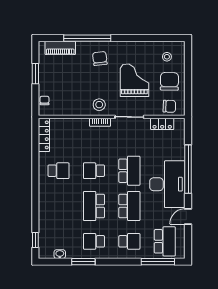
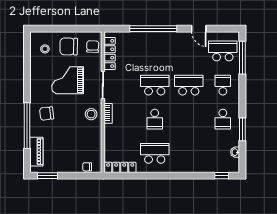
window: (35, 74) -> (47, 176), moved
locker: (162, 124) -> (110, 53), width x1.53
school desk: (59, 171) -> (155, 153), width x1.85
desk: (167, 184) -> (168, 48), removed
school desk: (94, 206) -> (189, 119), removed

